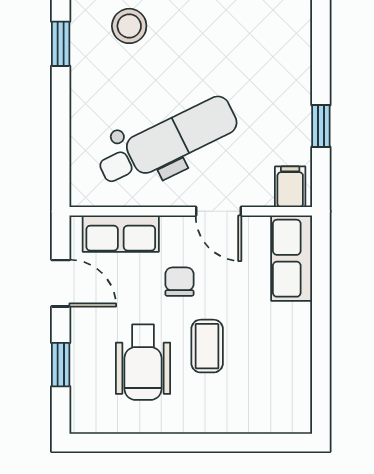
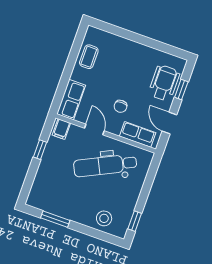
coffee table: (207, 346) -> (89, 57), moved
wheelchair: (143, 362) -> (164, 83), moved

